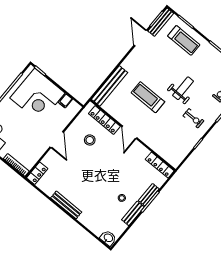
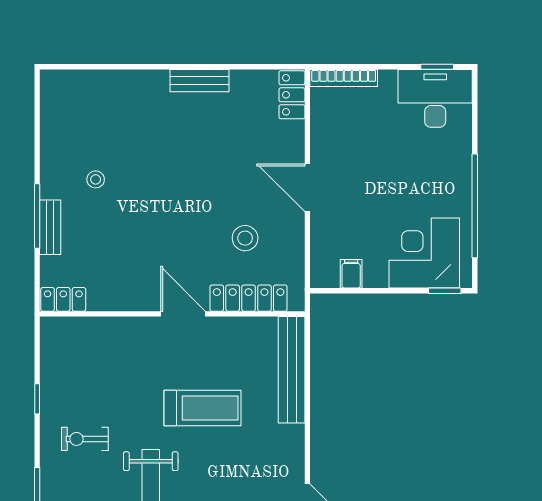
corner desk: (37, 95) -> (424, 253), width x0.74, depth x0.74
locker: (160, 165) -> (63, 299), width x0.66
bench: (66, 205) -> (199, 81), width x0.73
bench: (133, 213) -> (51, 168), removed
washbasin: (108, 238) -> (59, 83), removed

